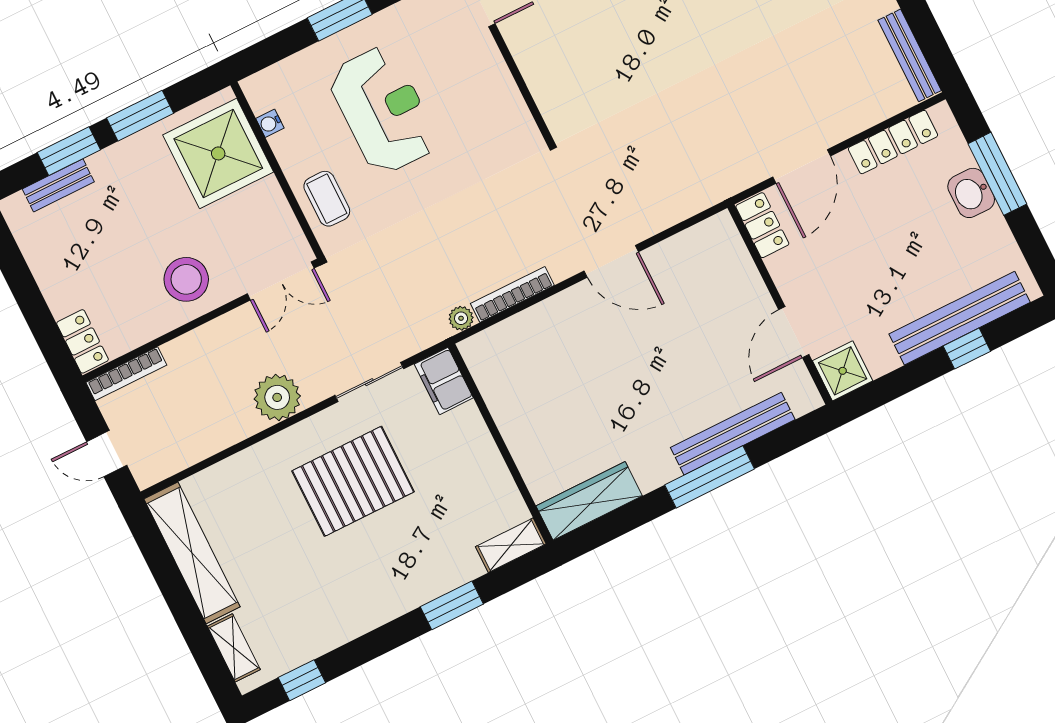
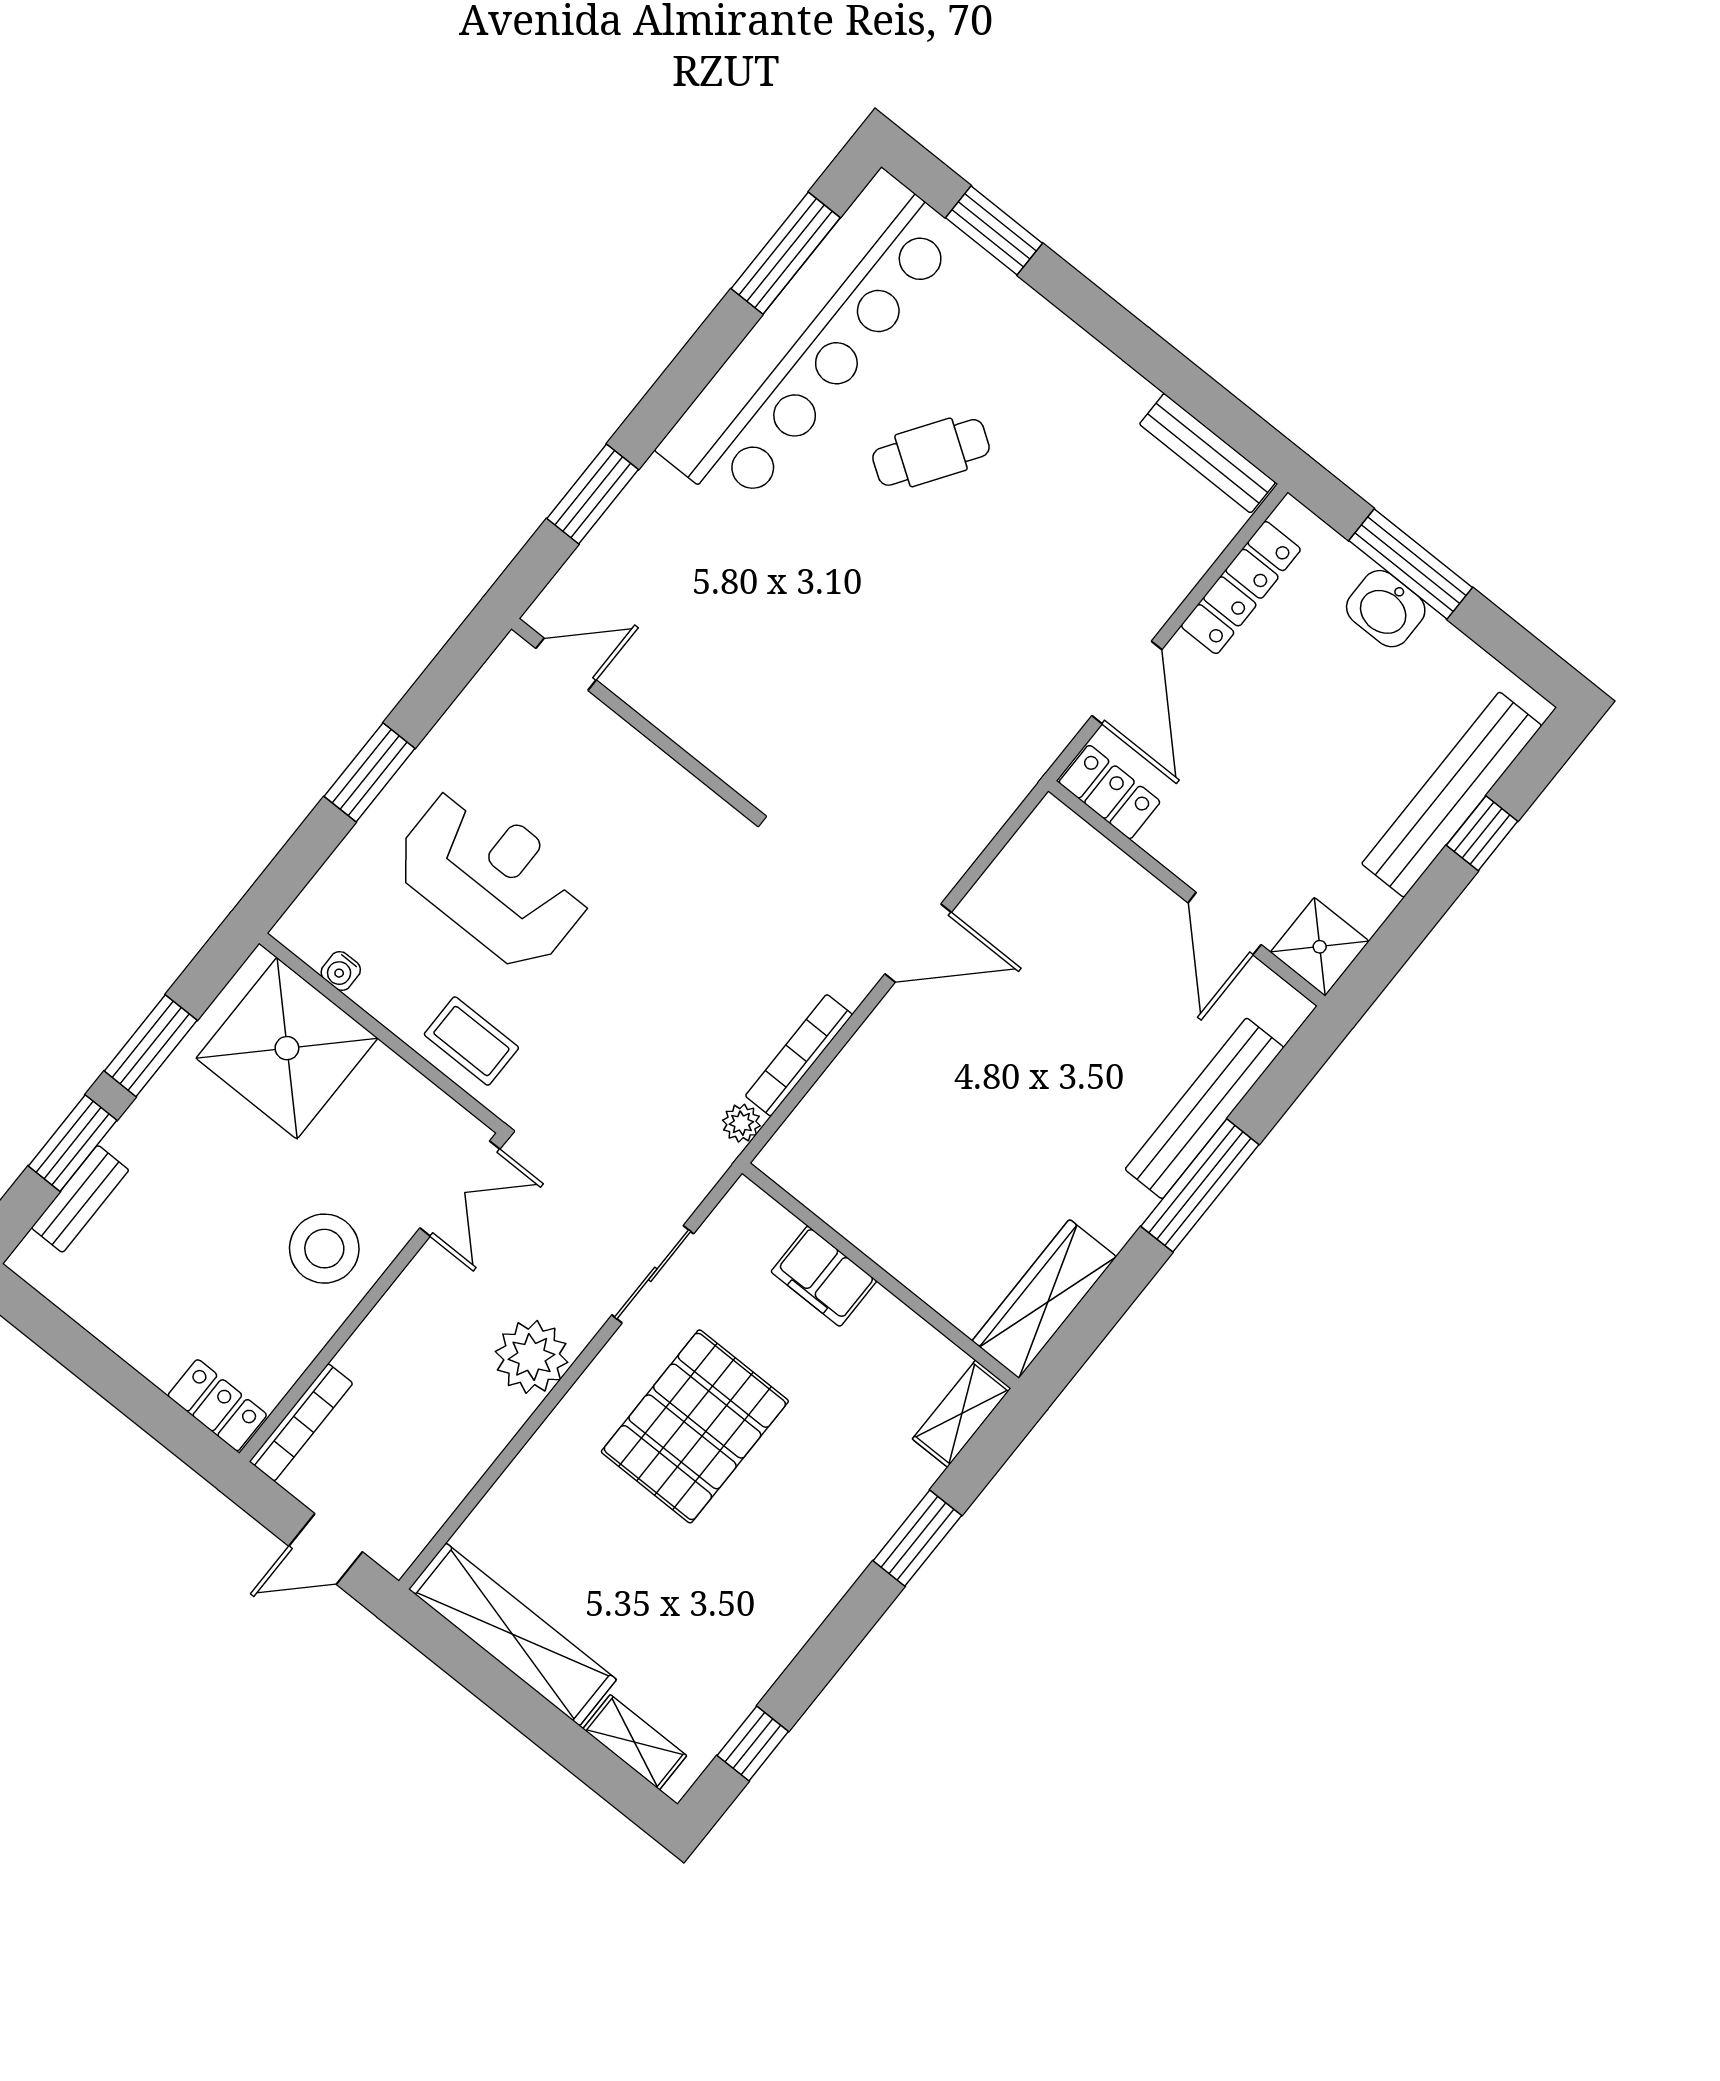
filing cabinet: (444, 381) -> (824, 1276), moved

